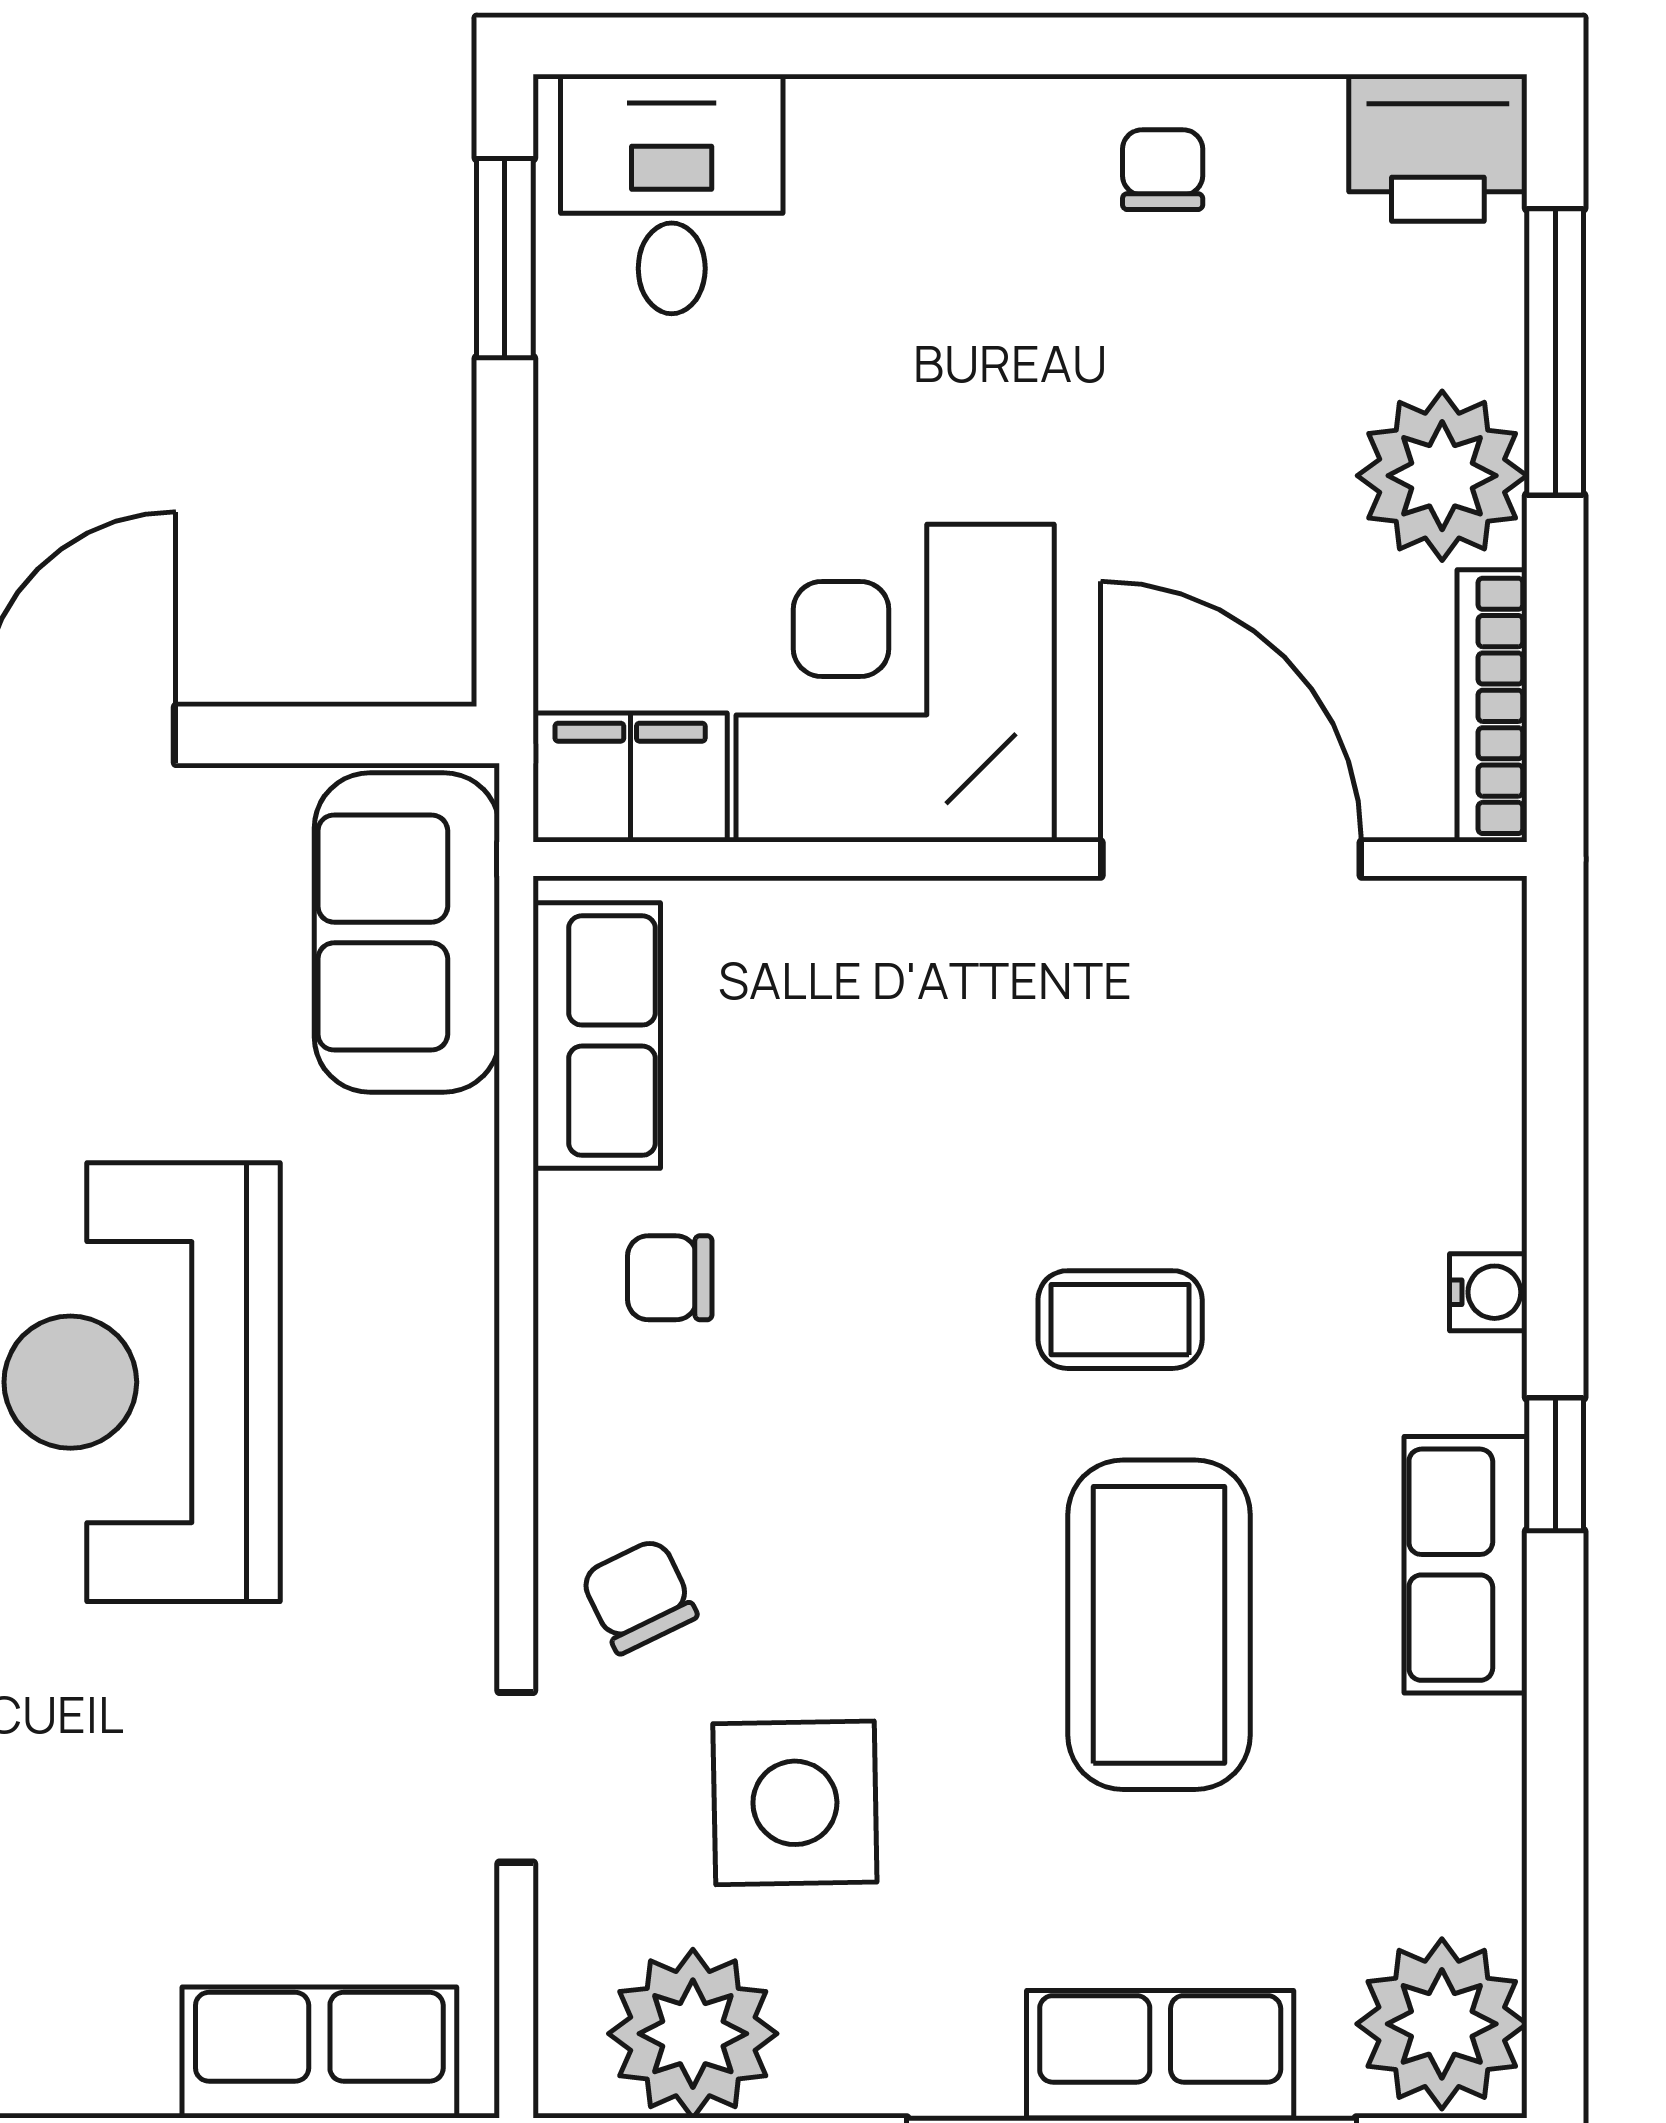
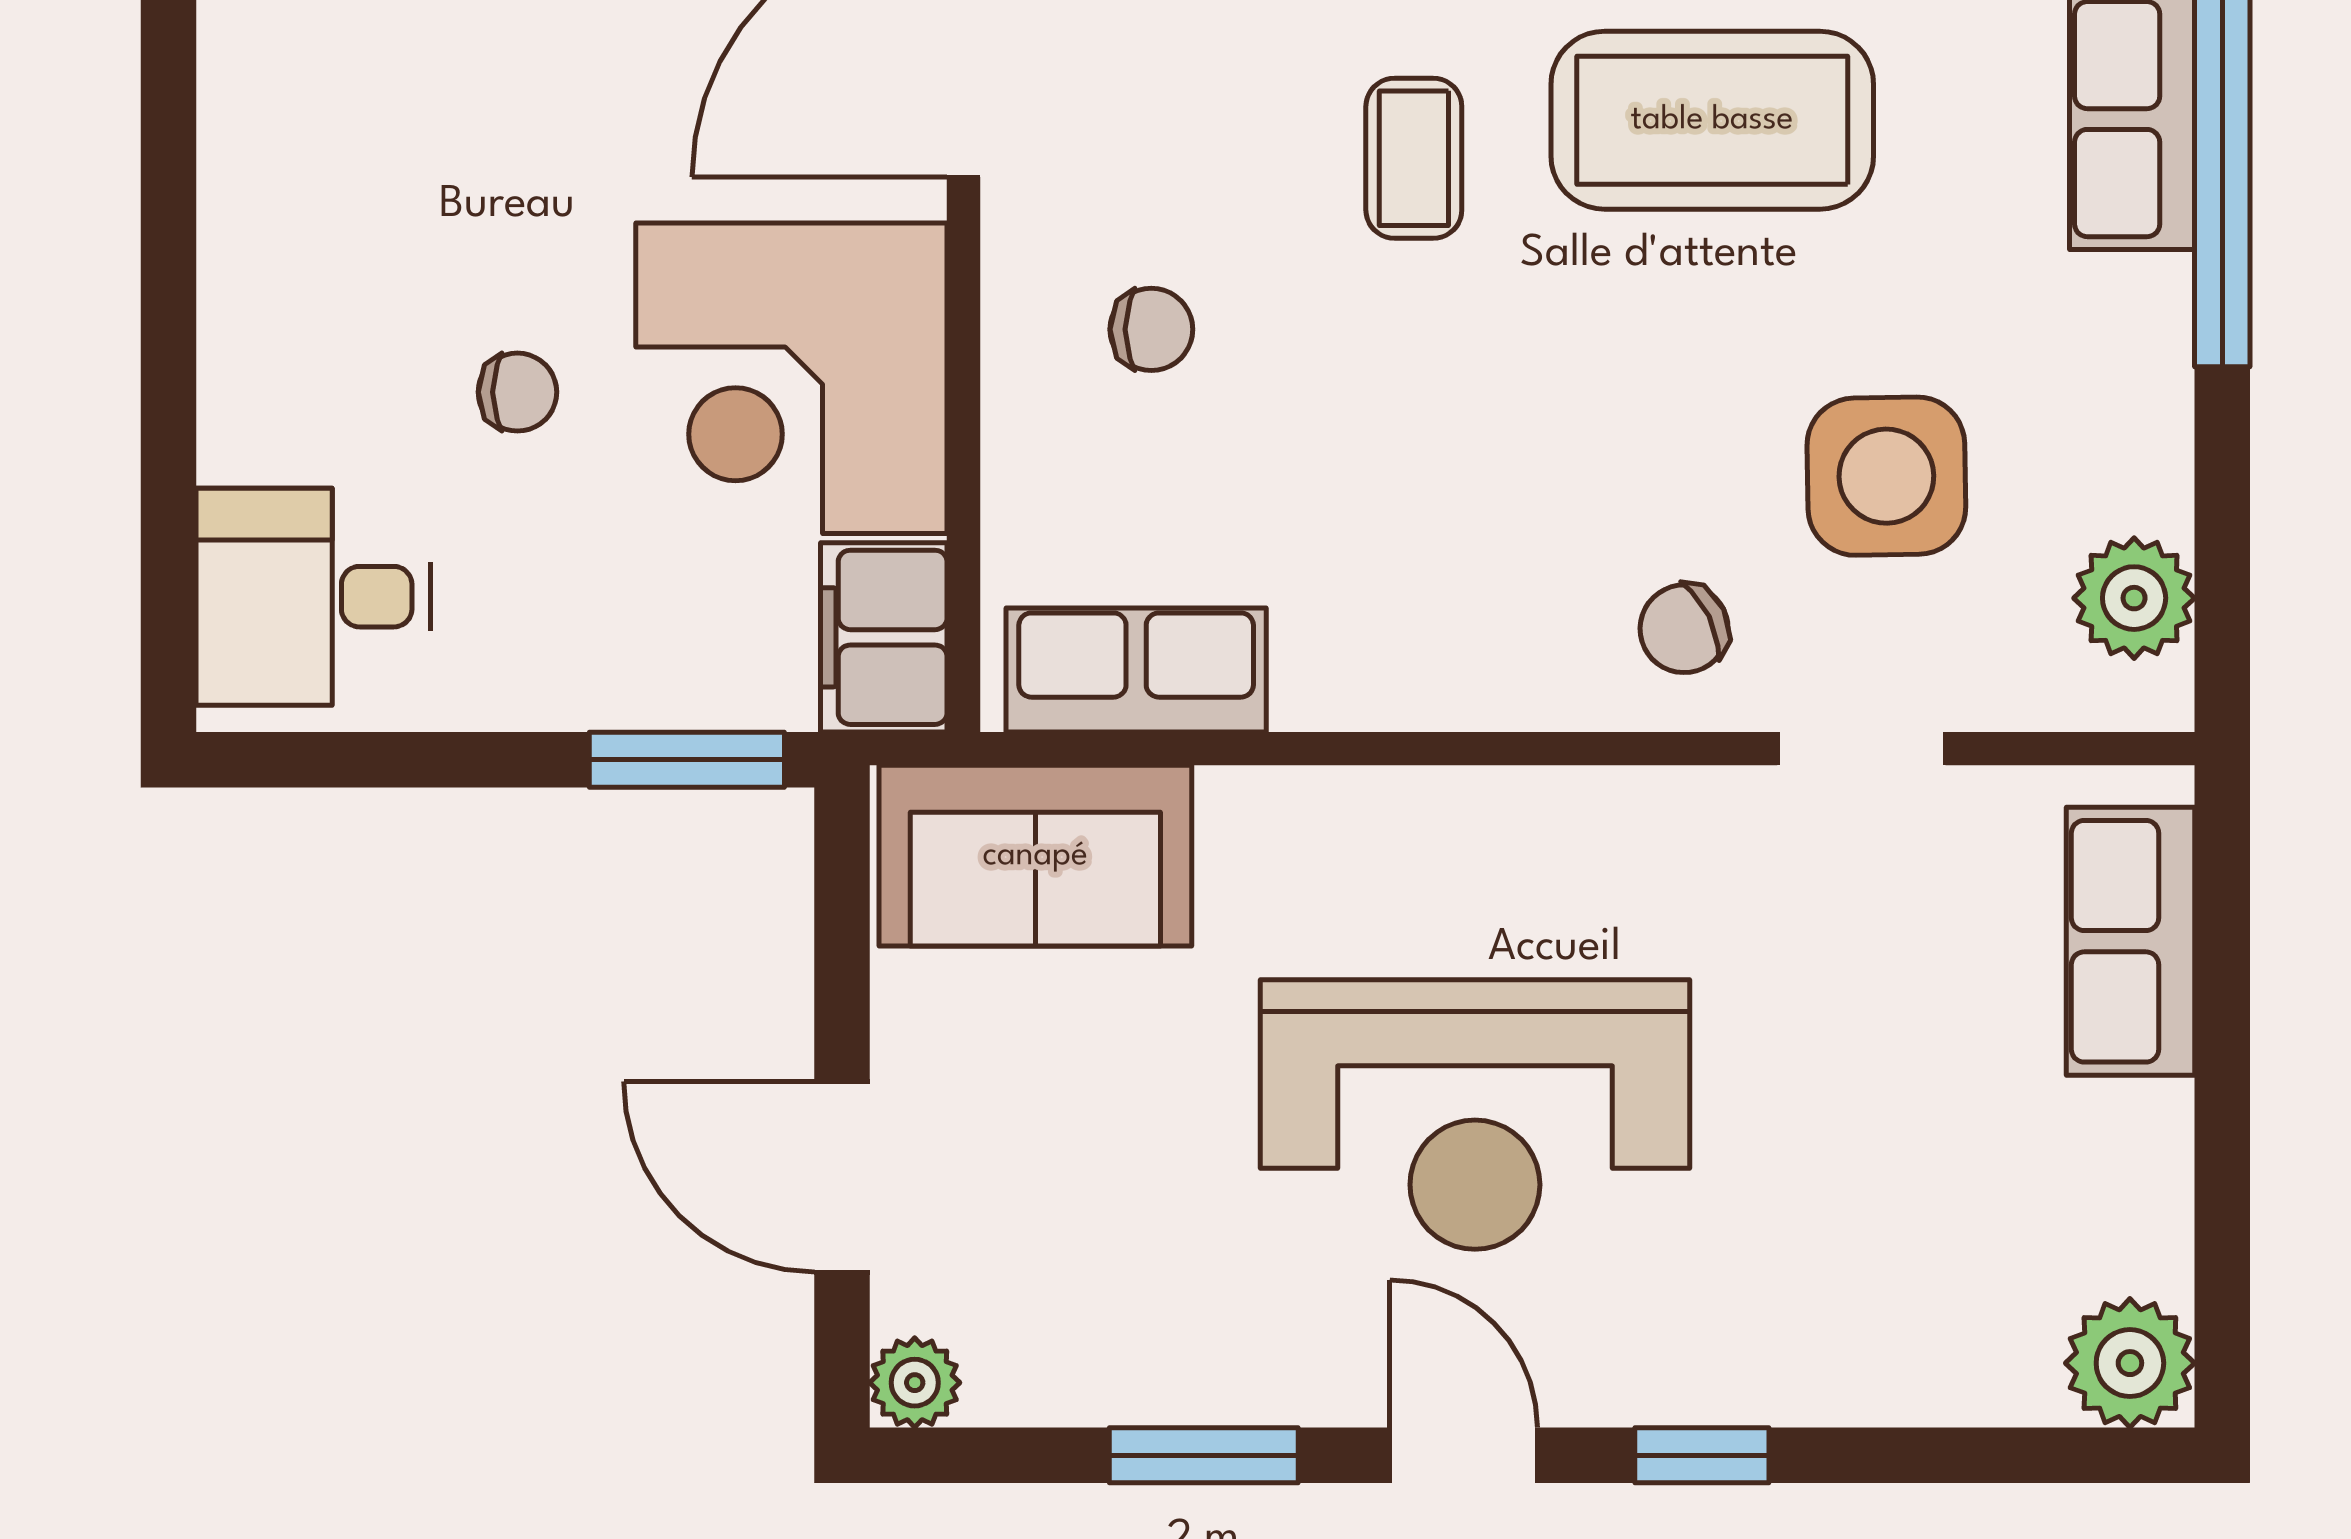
chair: (1163, 170) -> (517, 392), moved, turned 180
window: (505, 258) -> (687, 760), moved
chair: (670, 1278) -> (1151, 329), moved, turned -90
plant: (693, 2034) -> (2134, 598), width x0.73, depth x0.73

